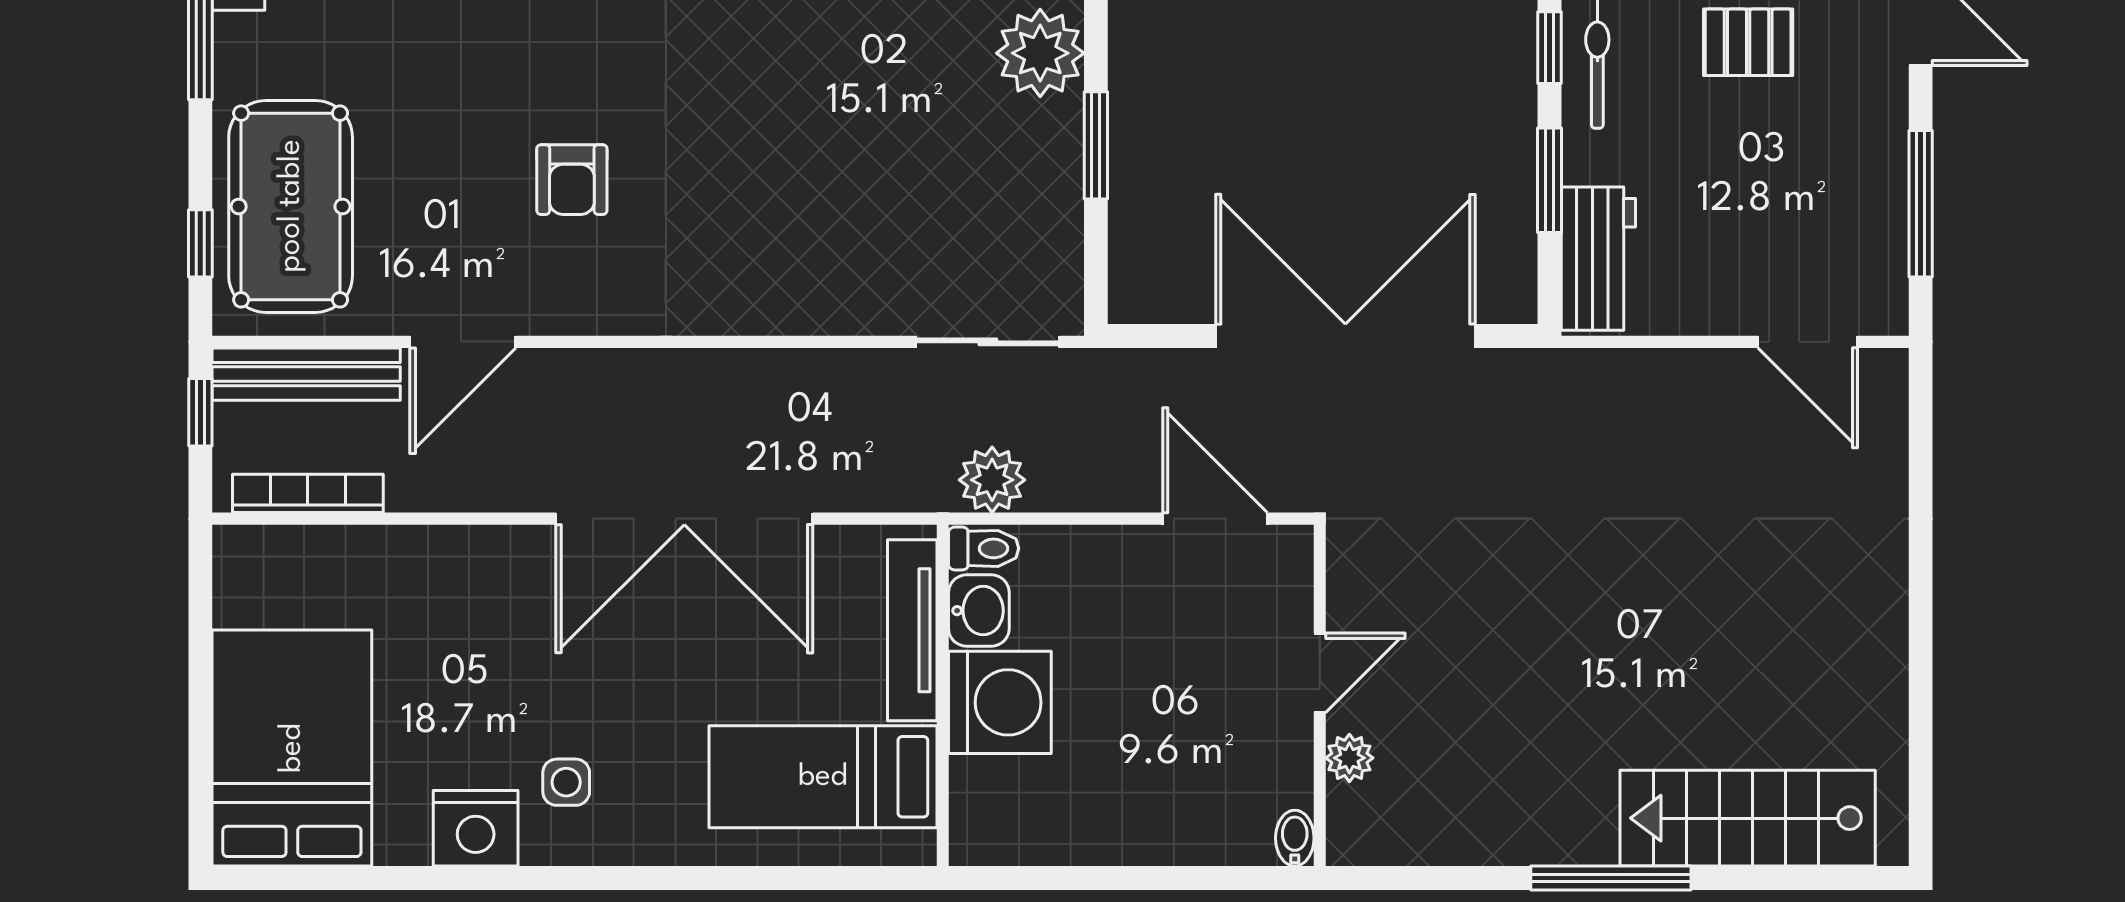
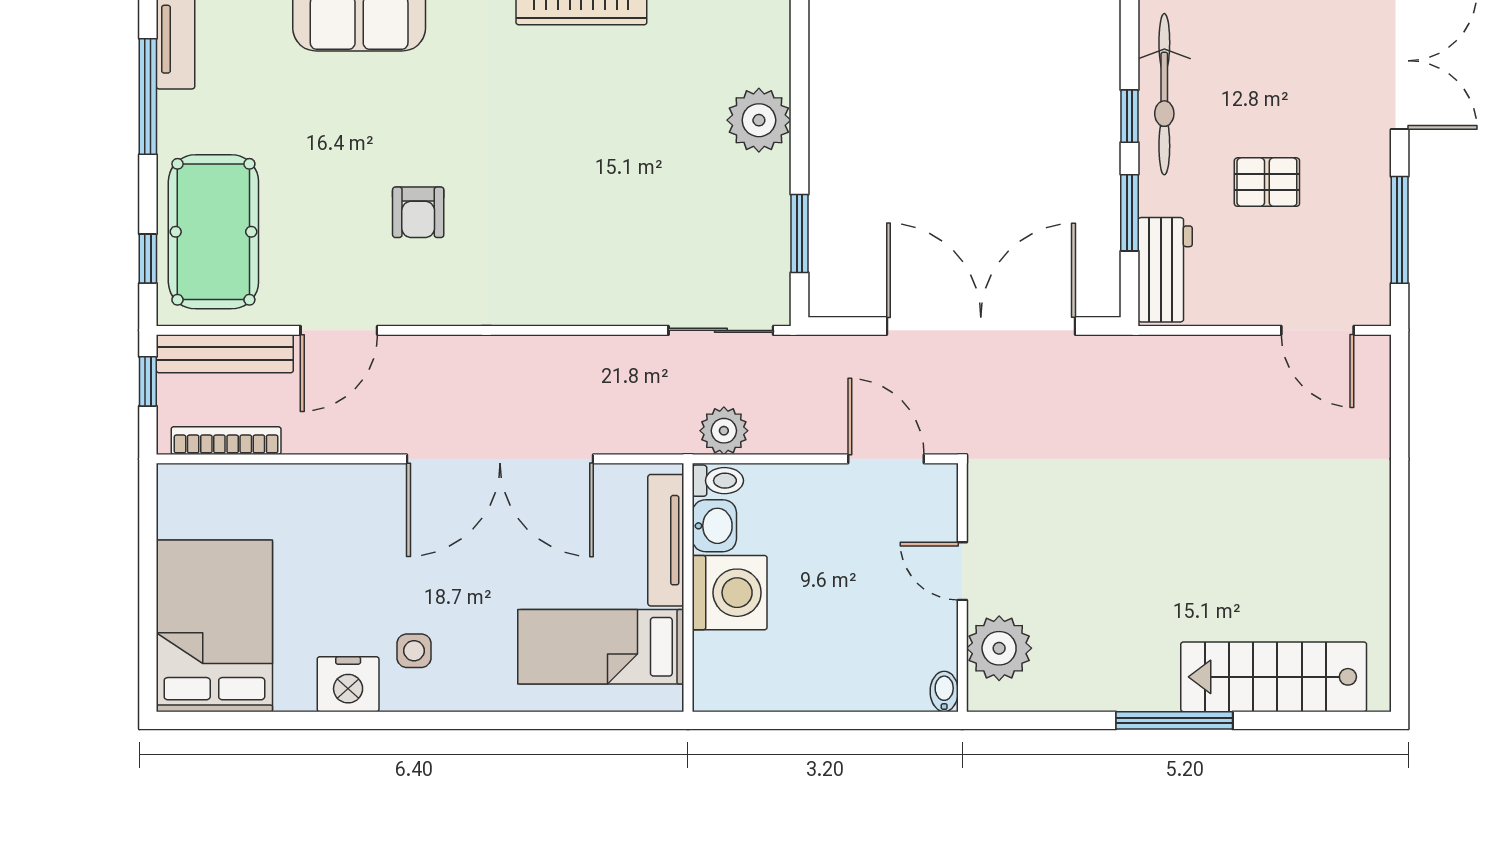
pallet: (1748, 42) -> (1267, 182), moved
window: (1096, 145) -> (799, 234), moved
door: (1320, 673) -> (962, 571), swing flipped
plant: (1349, 758) -> (999, 648), width x1.87, depth x1.87

